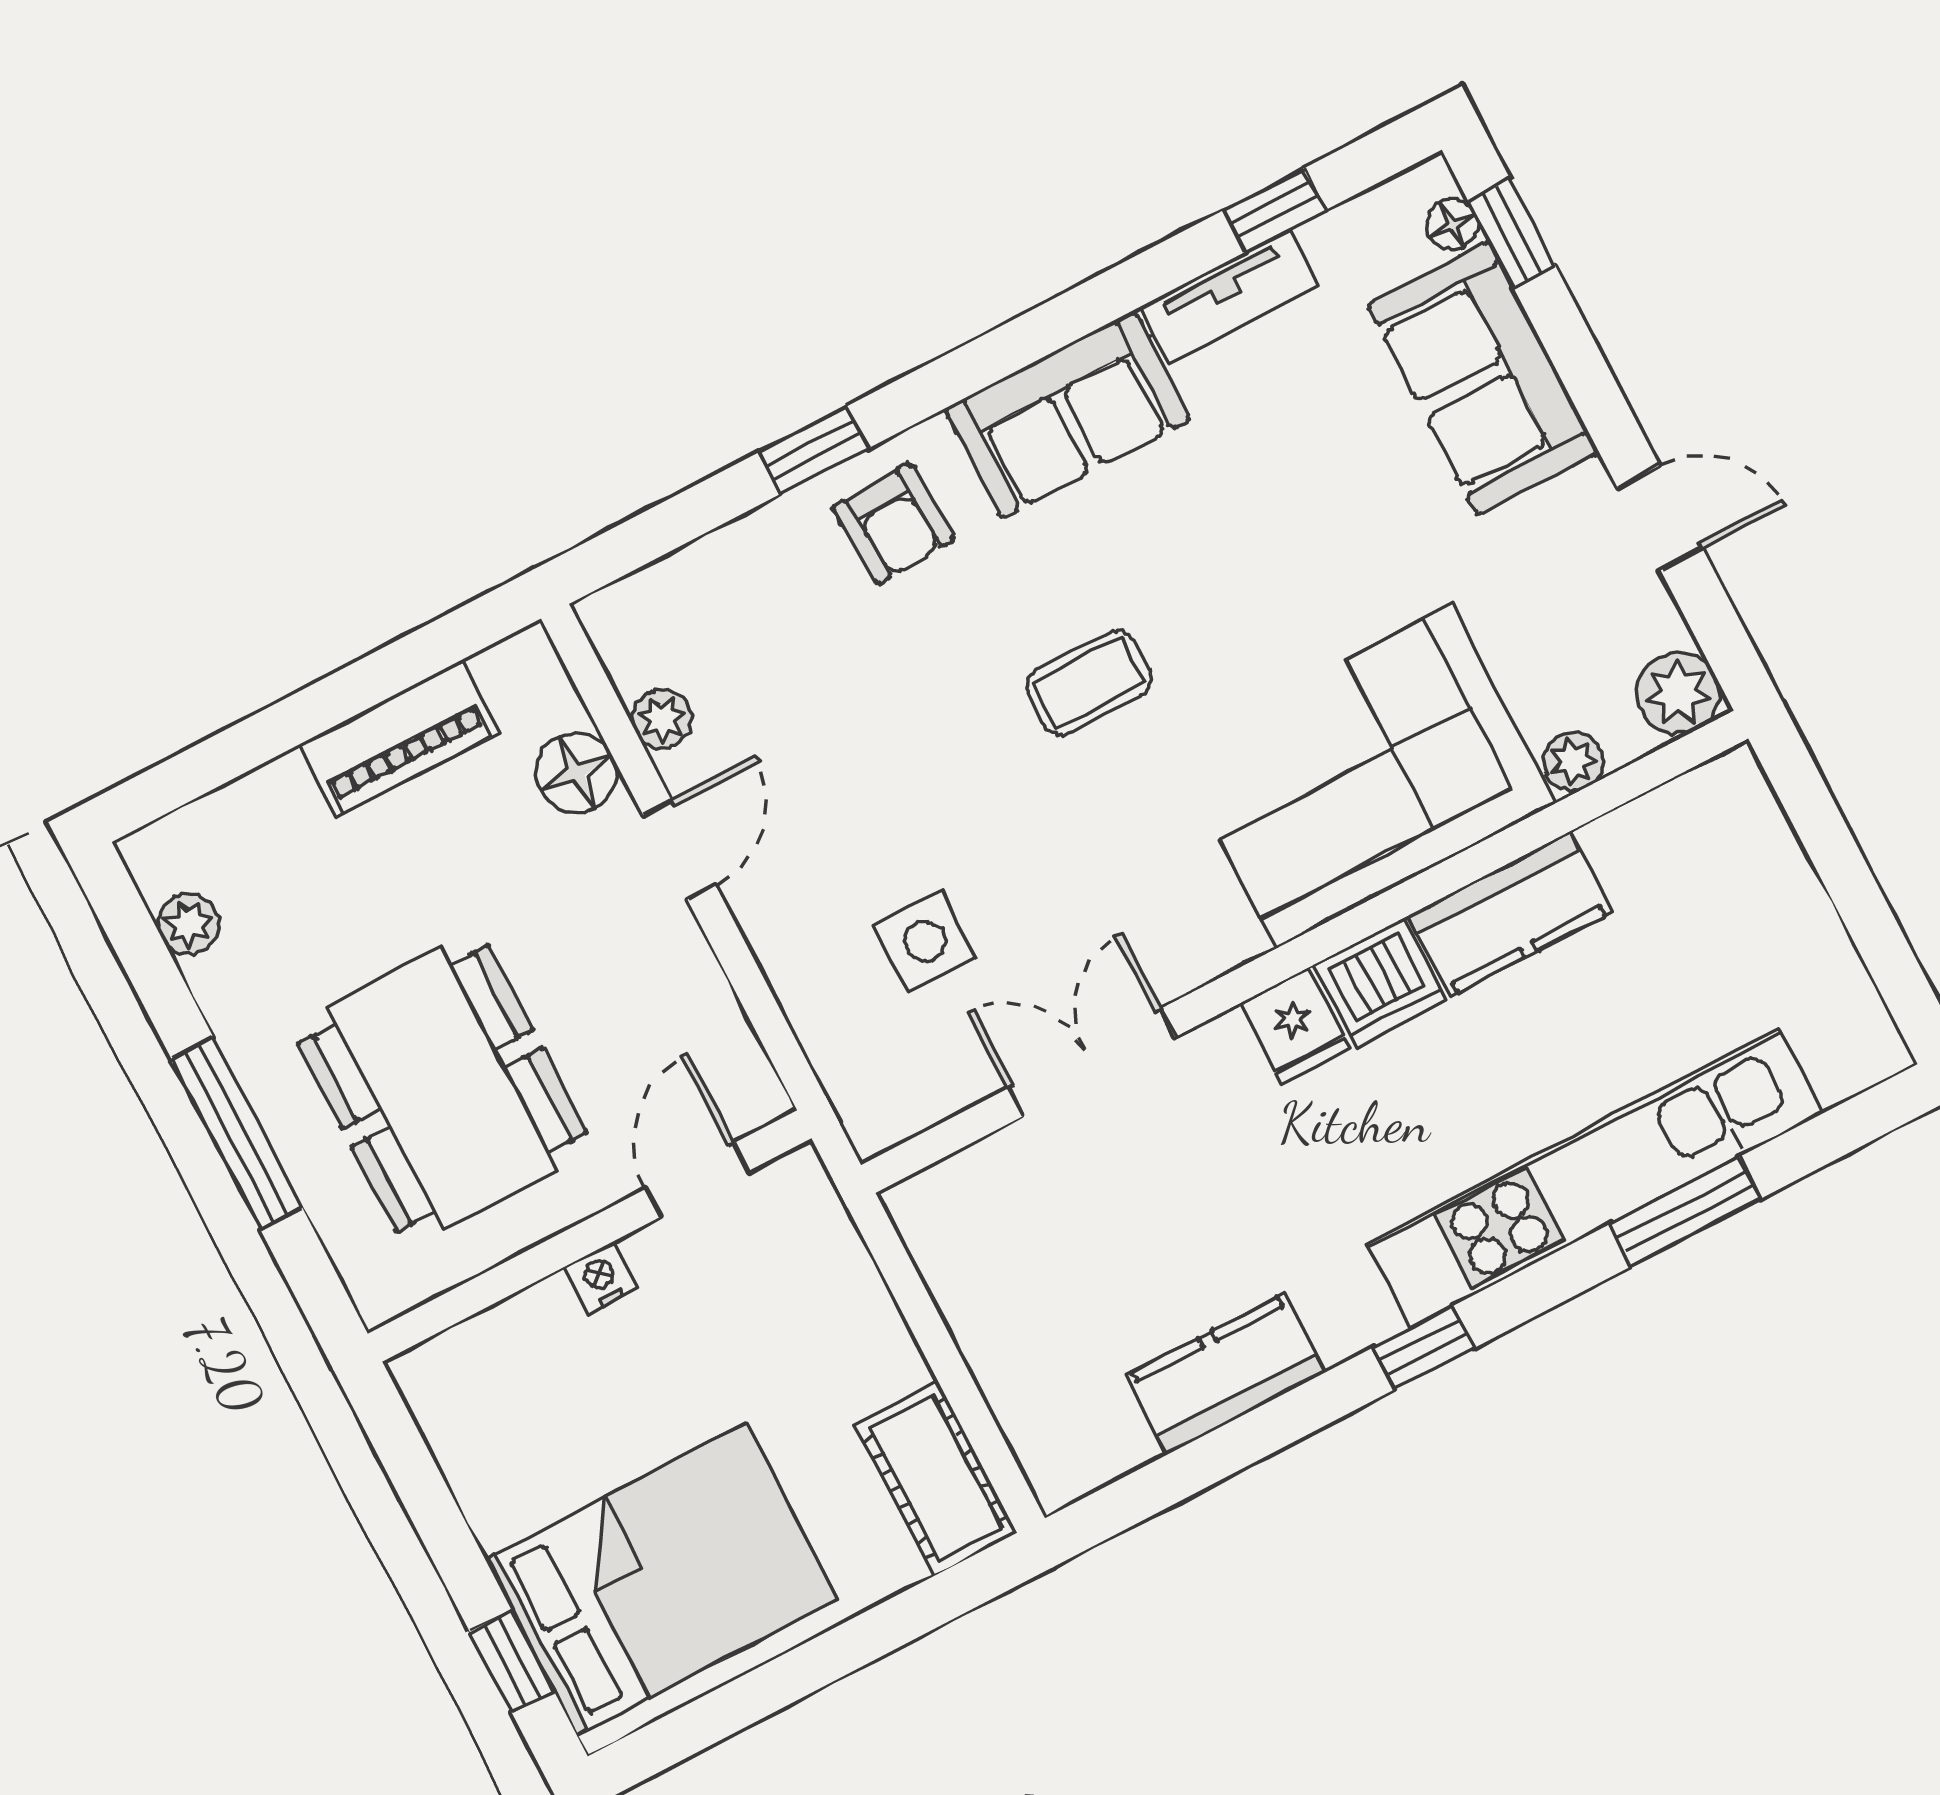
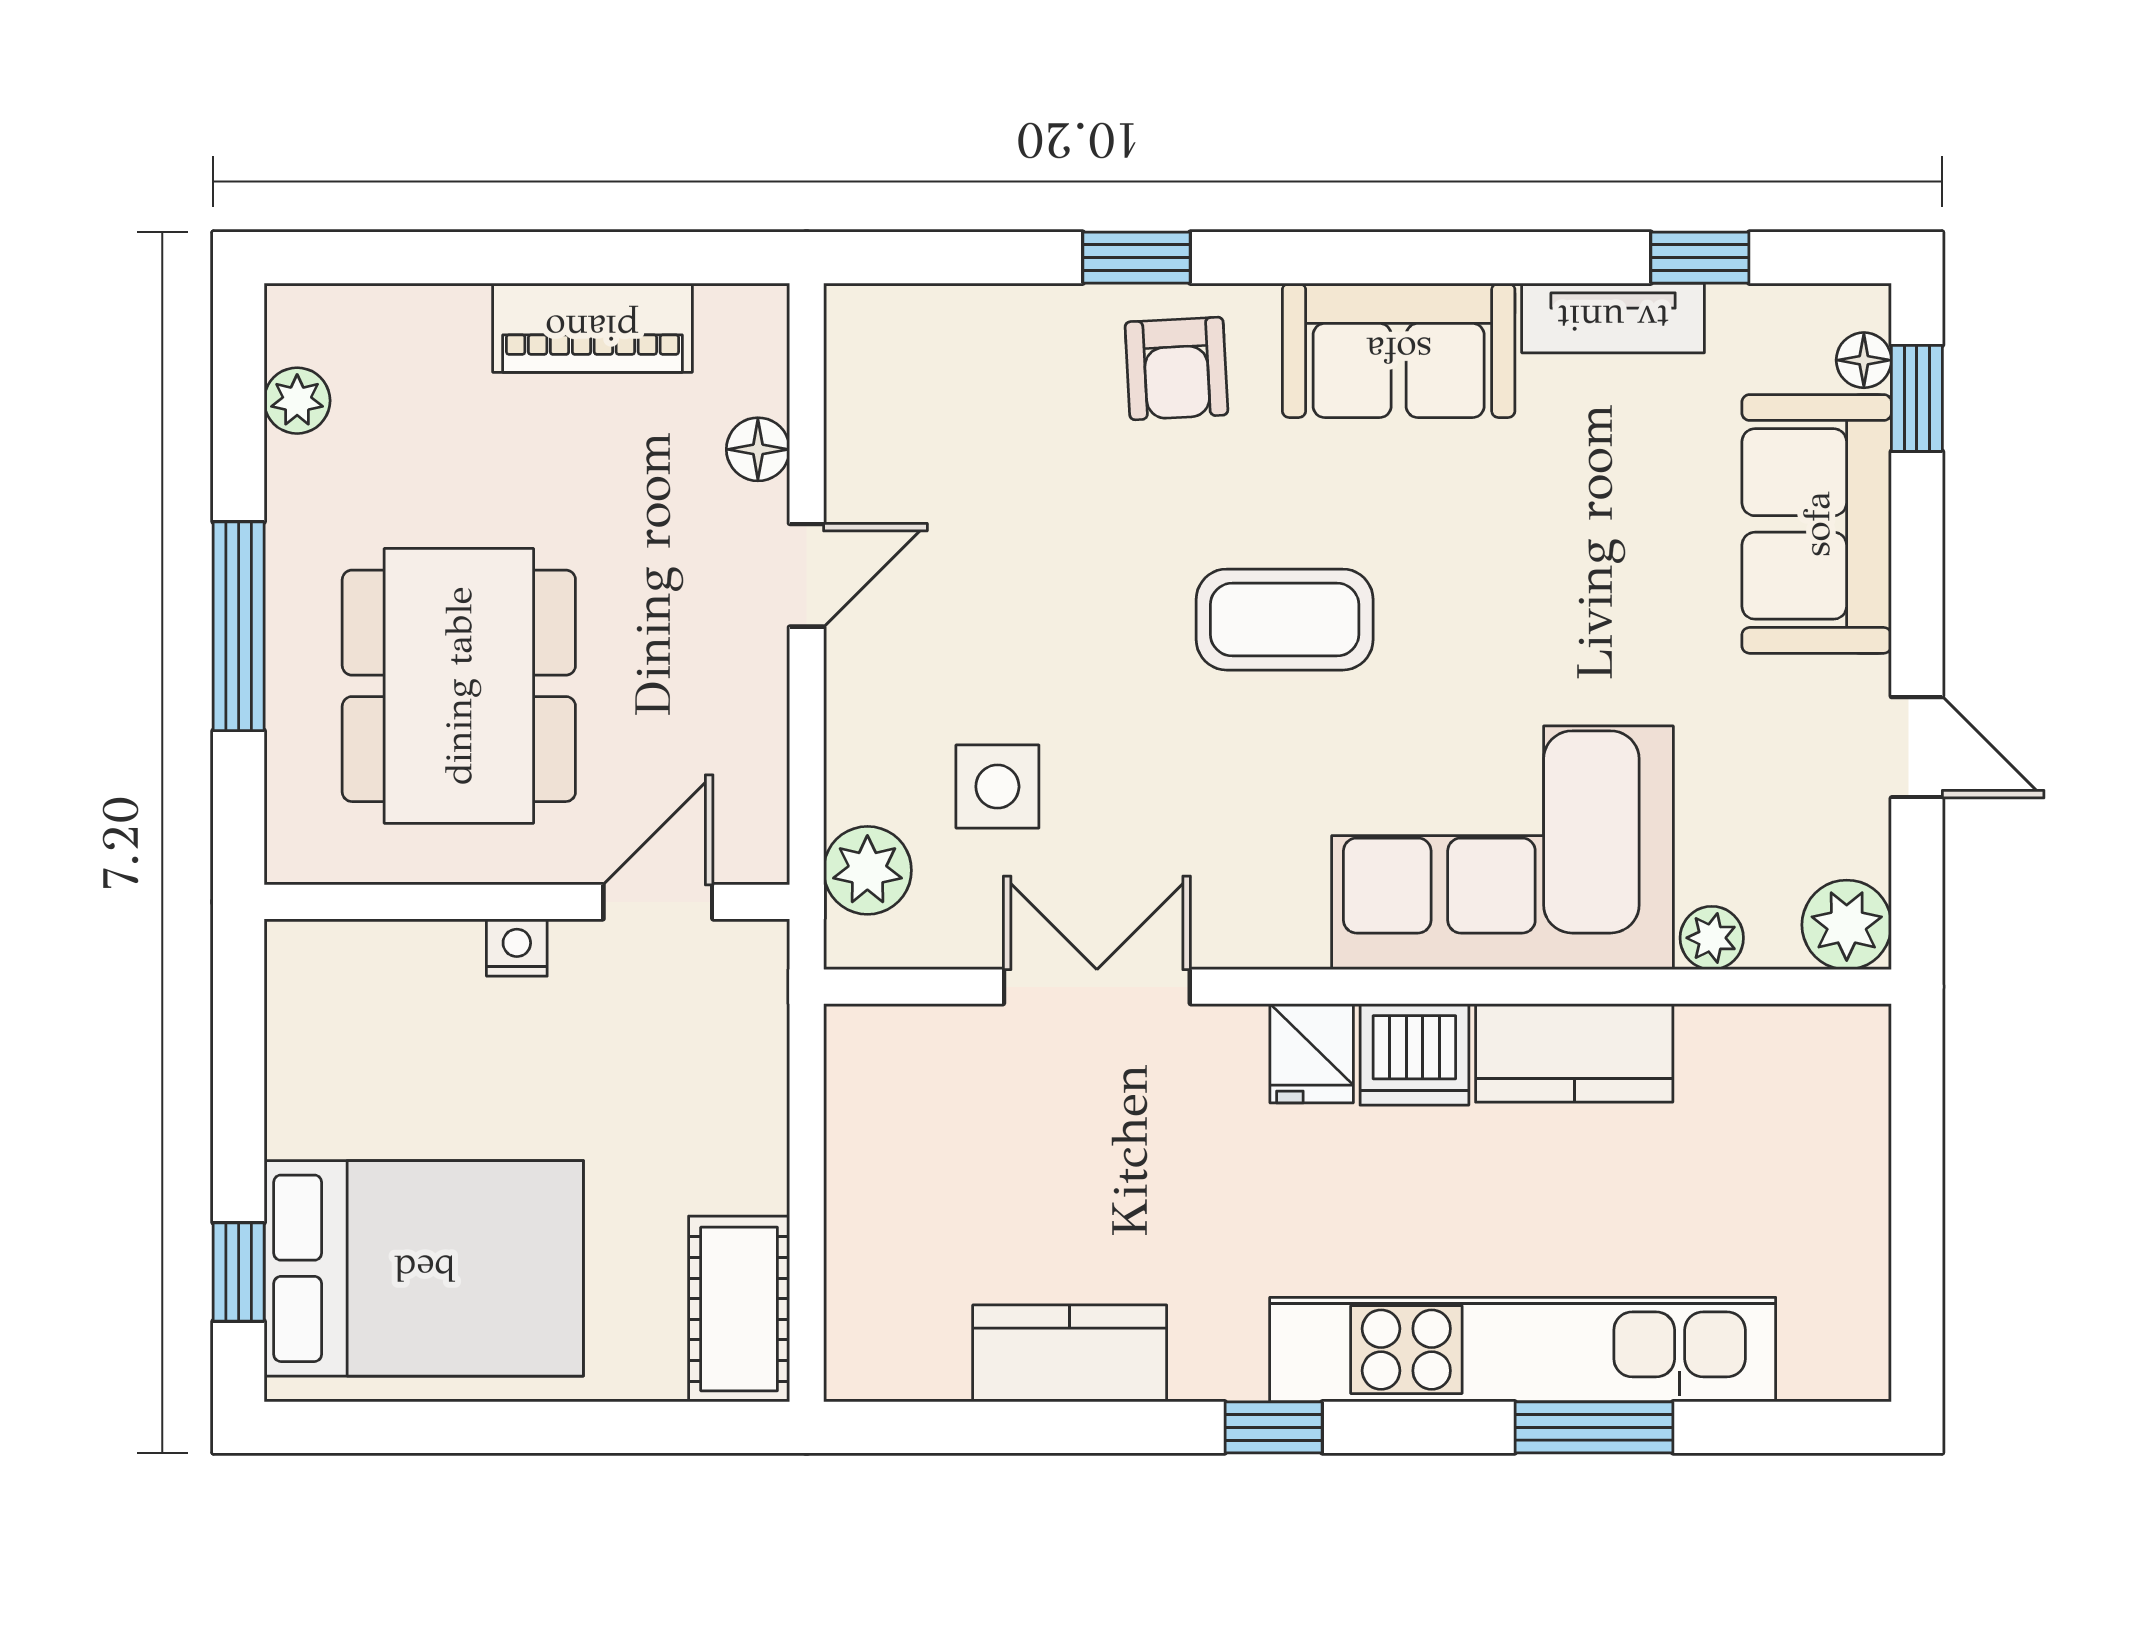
coffee table: (1089, 683) -> (1285, 620), width x1.36, depth x1.30
plant: (662, 719) -> (867, 870), moved, width x1.38, depth x1.38
floor lamp: (576, 773) -> (758, 449), width x0.73, depth x0.73

